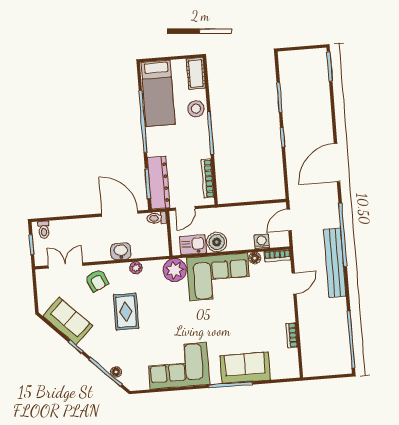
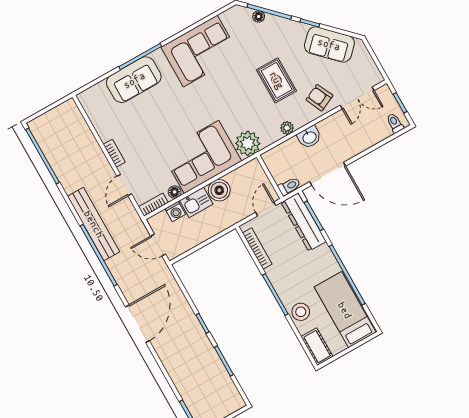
door: (289, 220) -> (158, 245), swing flipped
kitchen sink: (193, 245) -> (196, 202), moved
bookcase: (292, 335) -> (114, 153), moved

